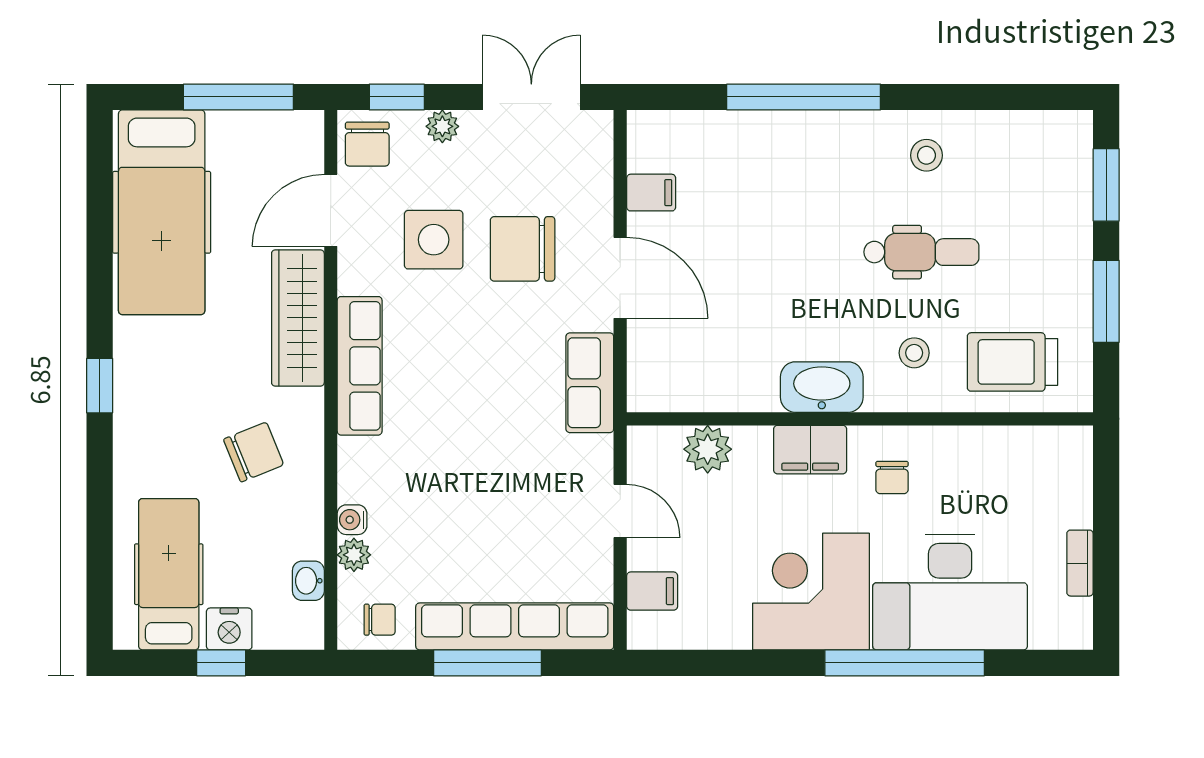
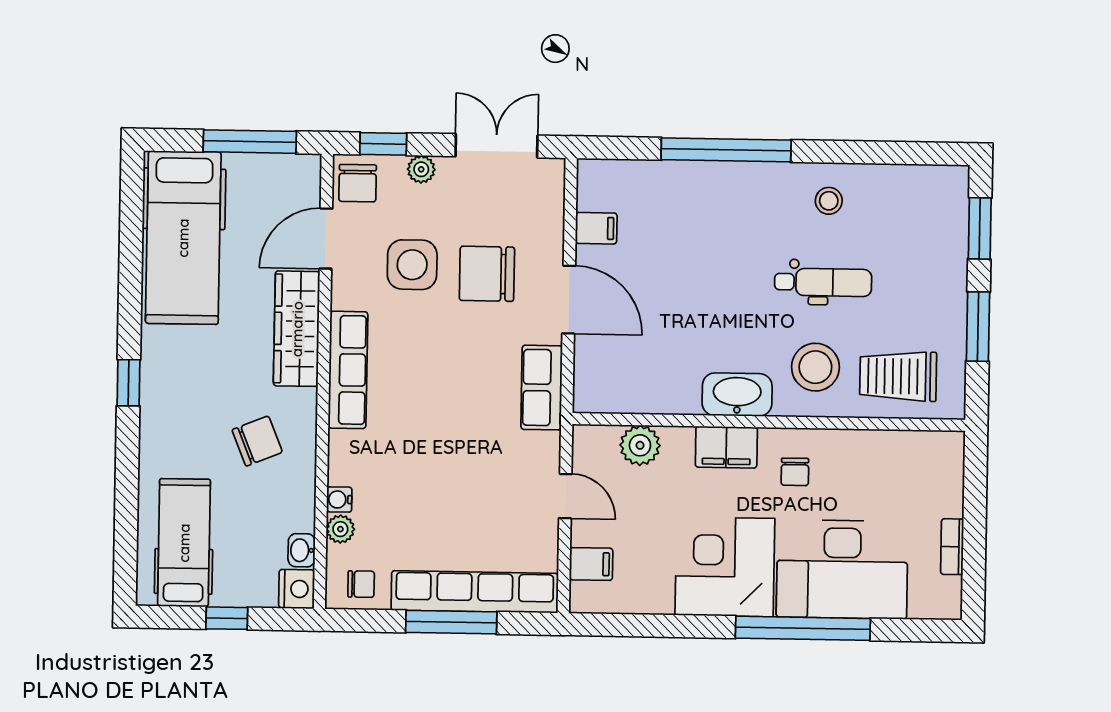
stool: (914, 353) -> (815, 367), width x1.89, depth x1.89
nightstand: (229, 629) -> (297, 589), moved, turned -90

